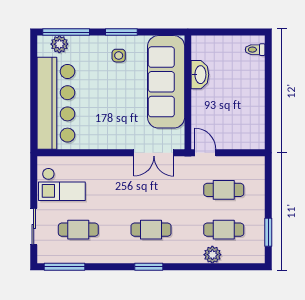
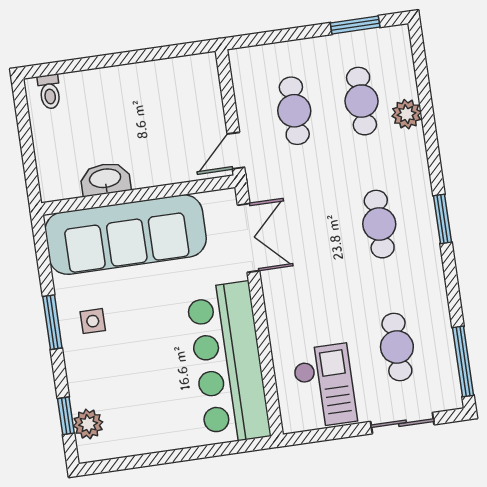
window: (66, 32) -> (66, 416), width x0.46
bar counter: (56, 103) -> (228, 363), moved, turned -90

